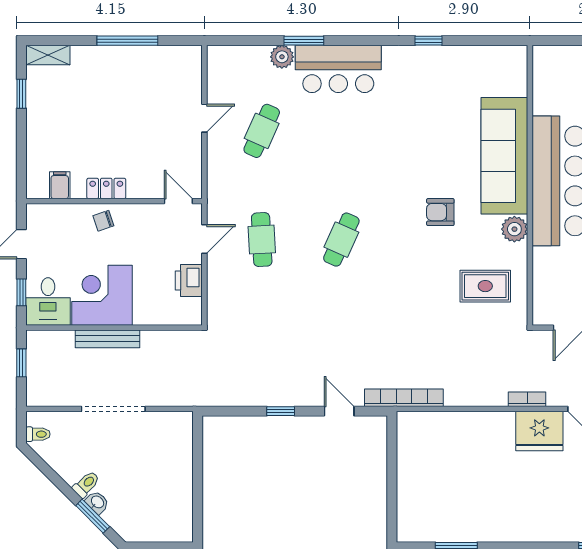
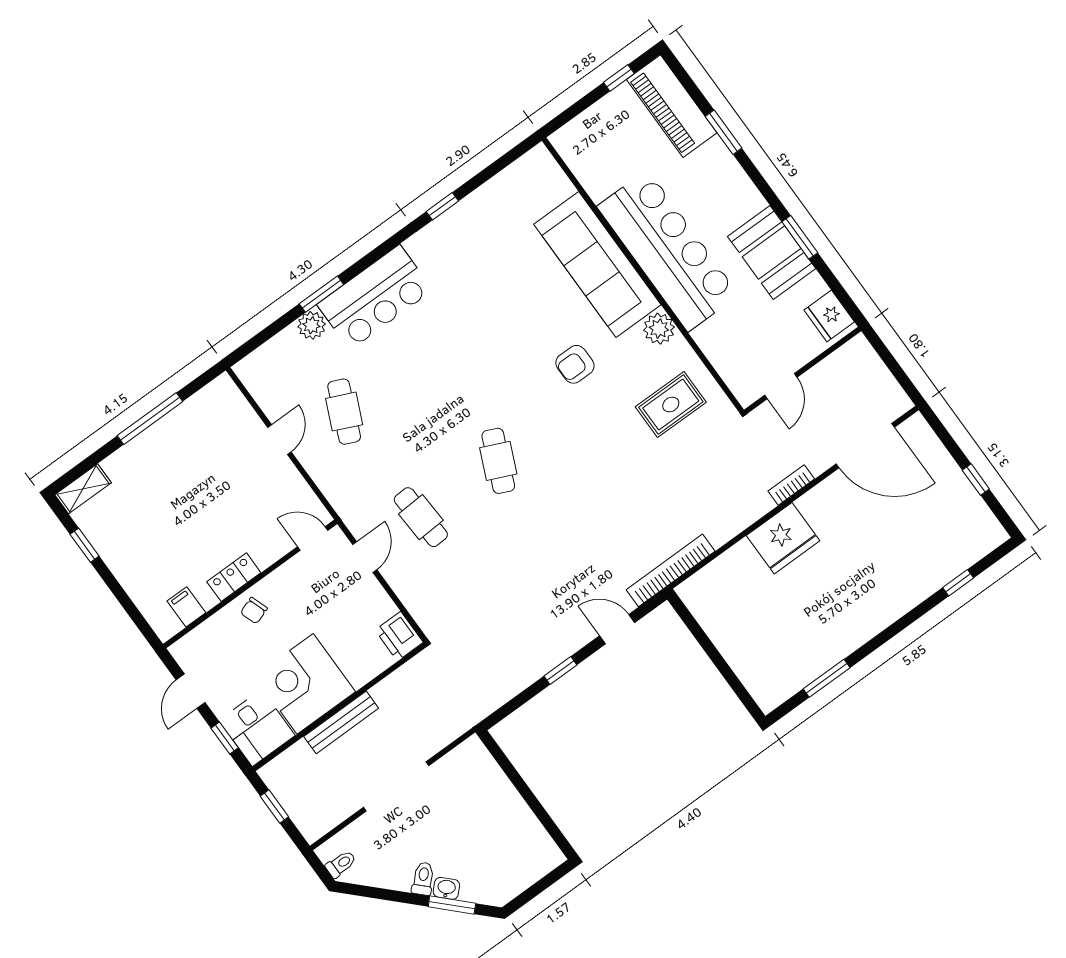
printer: (189, 280) -> (399, 636), moved
fridge: (539, 431) -> (783, 538), moved

